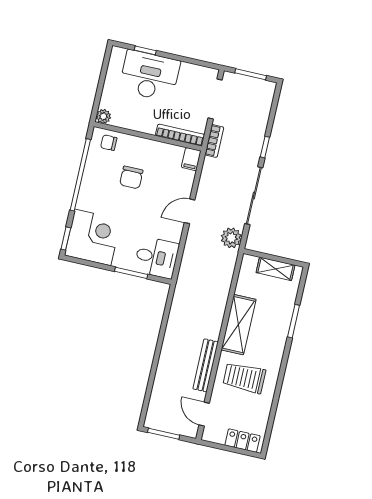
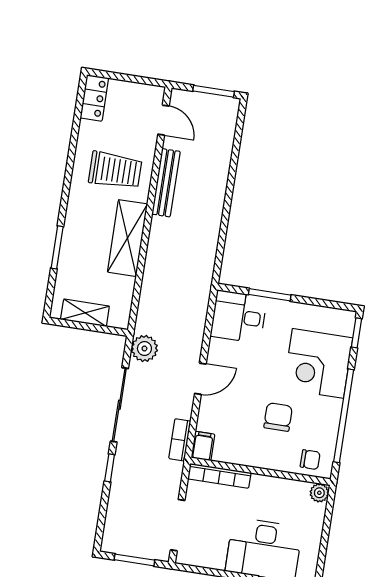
bookcase: (214, 141) -> (180, 440), moved
corner desk: (93, 237) -> (318, 363), moved
locker: (243, 441) -> (94, 98), moved, turned -90

